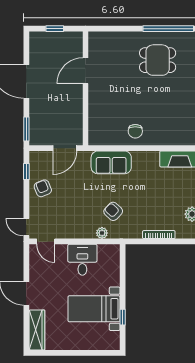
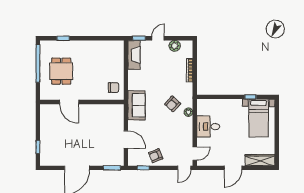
door: (85, 71) -> (69, 102), moved
wall: (85, 88) -> (82, 102), moved
bed with nightstands: (94, 309) -> (259, 118), moved

